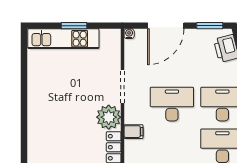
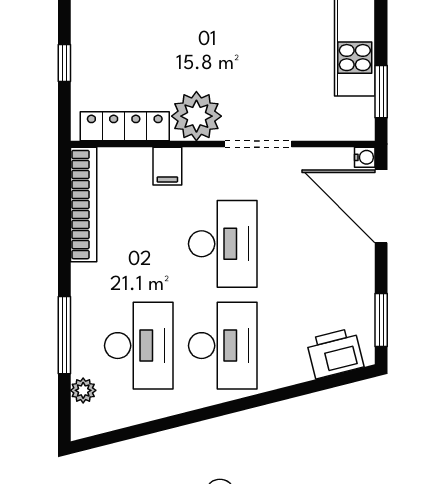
window: (74, 26) -> (381, 92), moved
door: (166, 26) -> (381, 206), moved

